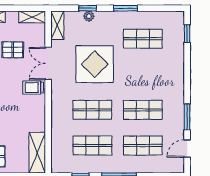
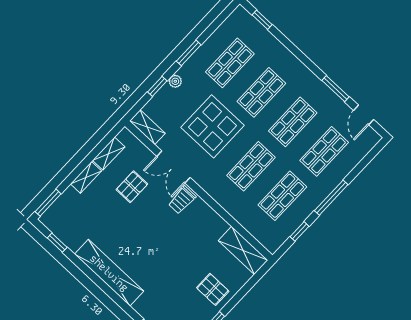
plant: (89, 16) -> (175, 81), moved
shelving: (32, 17) -> (109, 154), moved
shop shelf: (143, 74) -> (261, 92), added

